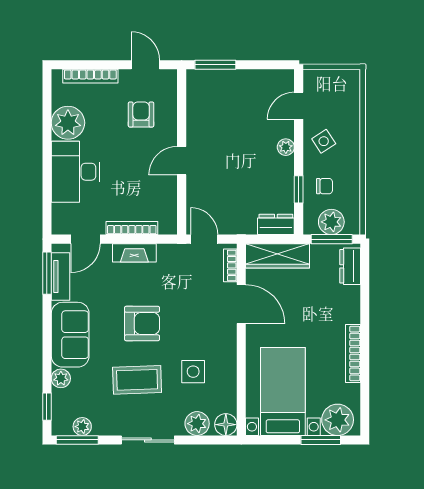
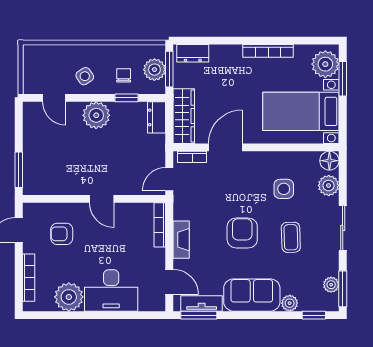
plant: (286, 147) -> (96, 115), width x1.88, depth x1.88
bookcase: (132, 228) -> (160, 225), moved
coffee table: (137, 380) -> (291, 237), width x0.73, depth x0.77

